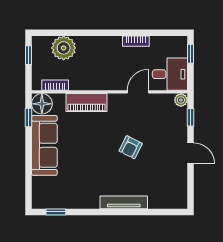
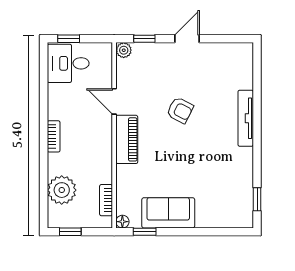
bookcase: (136, 41) -> (54, 136), moved
desk: (170, 74) -> (68, 63), moved, turned -90
piano: (87, 103) -> (127, 139), moved
floor lamp: (42, 104) -> (122, 222), width x0.53, depth x0.53
sofa: (44, 145) -> (168, 213), width x0.73

